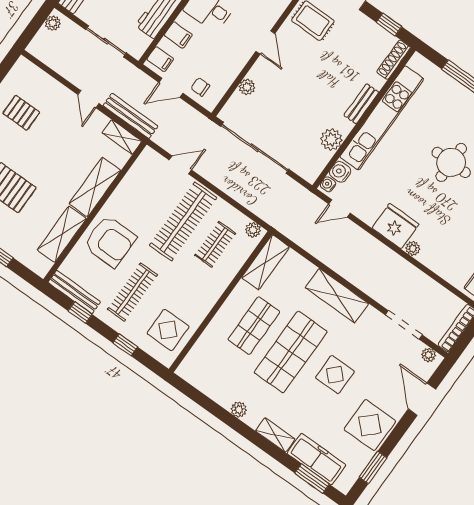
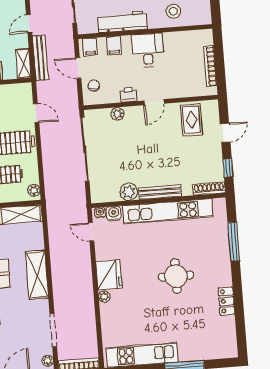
printer: (238, 61) -> (128, 95), added
bench: (361, 104) -> (160, 192), width x1.36

